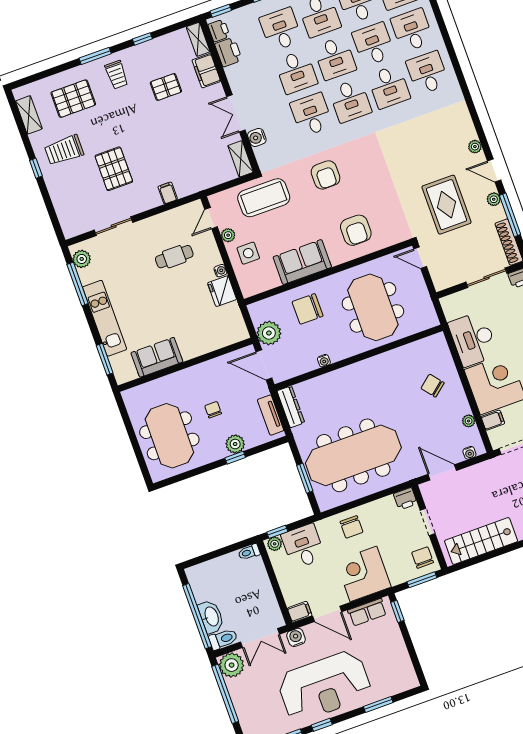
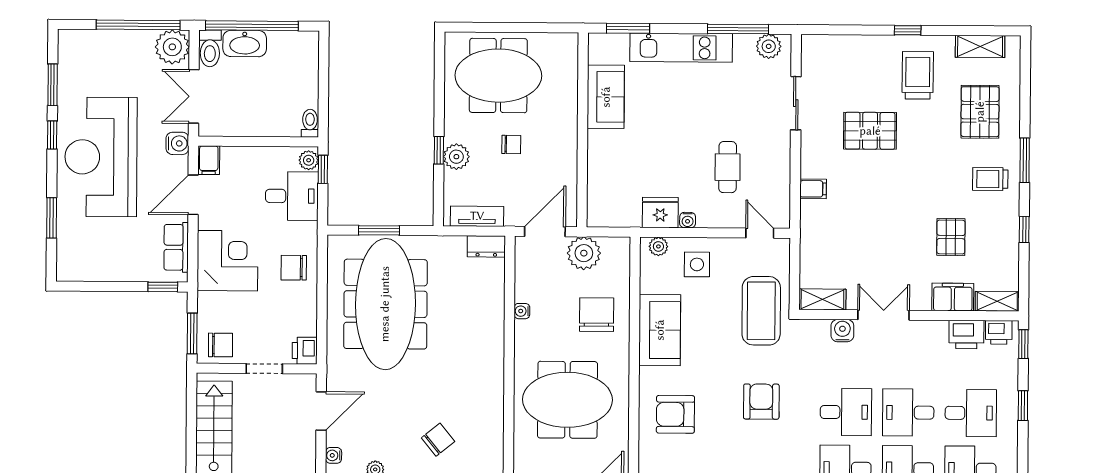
armchair: (326, 175) -> (761, 402), turned 90
plant: (228, 235) -> (658, 246), moved
dresser: (291, 407) -> (486, 246), width x0.70

